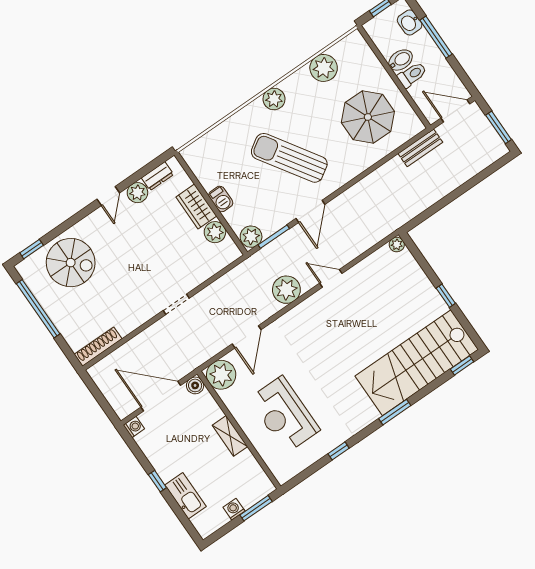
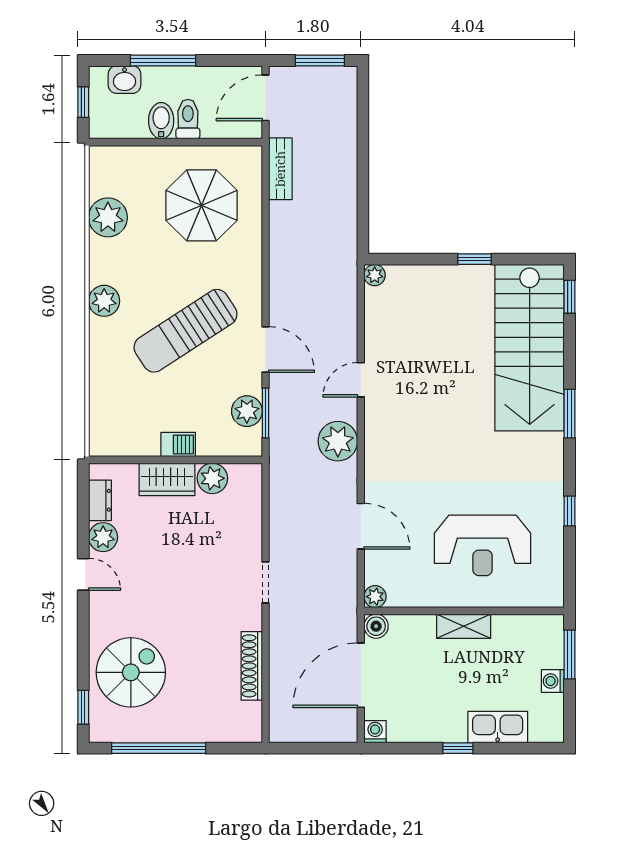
plant: (251, 237) -> (247, 411), moved
shoe rack: (98, 347) -> (252, 666), moved
plant: (221, 375) -> (375, 597), width x0.53, depth x0.53

